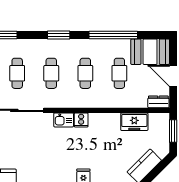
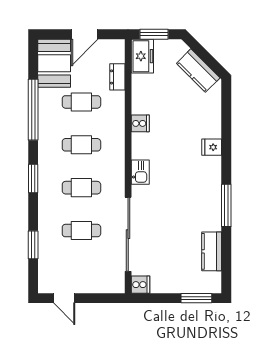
dresser: (158, 102) -> (117, 77), moved
cooker: (81, 120) -> (140, 123), moved
freezer: (134, 122) -> (142, 56), moved

